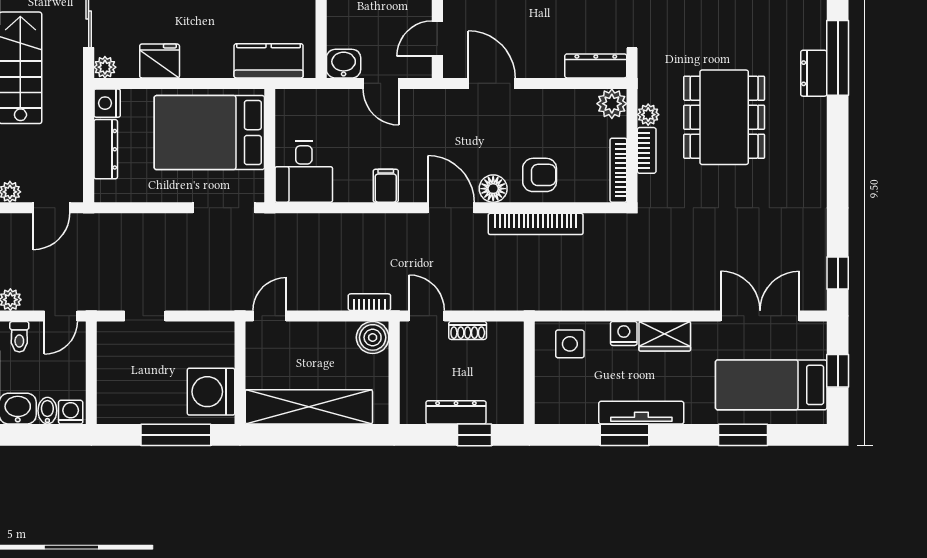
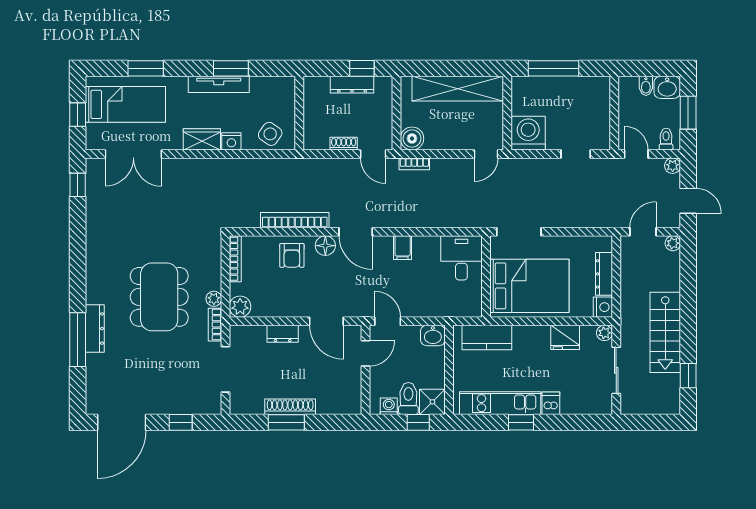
dresser: (596, 66) -> (283, 334), moved, width x0.70
dresser: (814, 73) -> (95, 329), width x1.44
door: (381, 83) -> (388, 321), moved
bookcase: (647, 150) -> (215, 325), moved
armchair: (540, 175) -> (292, 255), turned -90
door: (61, 316) -> (636, 154), hinge flipped
side table: (570, 344) -> (270, 134), turned 35
washing machine: (211, 392) -> (528, 133), moved, turned -90
washing machine: (71, 412) -> (629, 85), removed
window: (474, 435) -> (362, 68), moved

